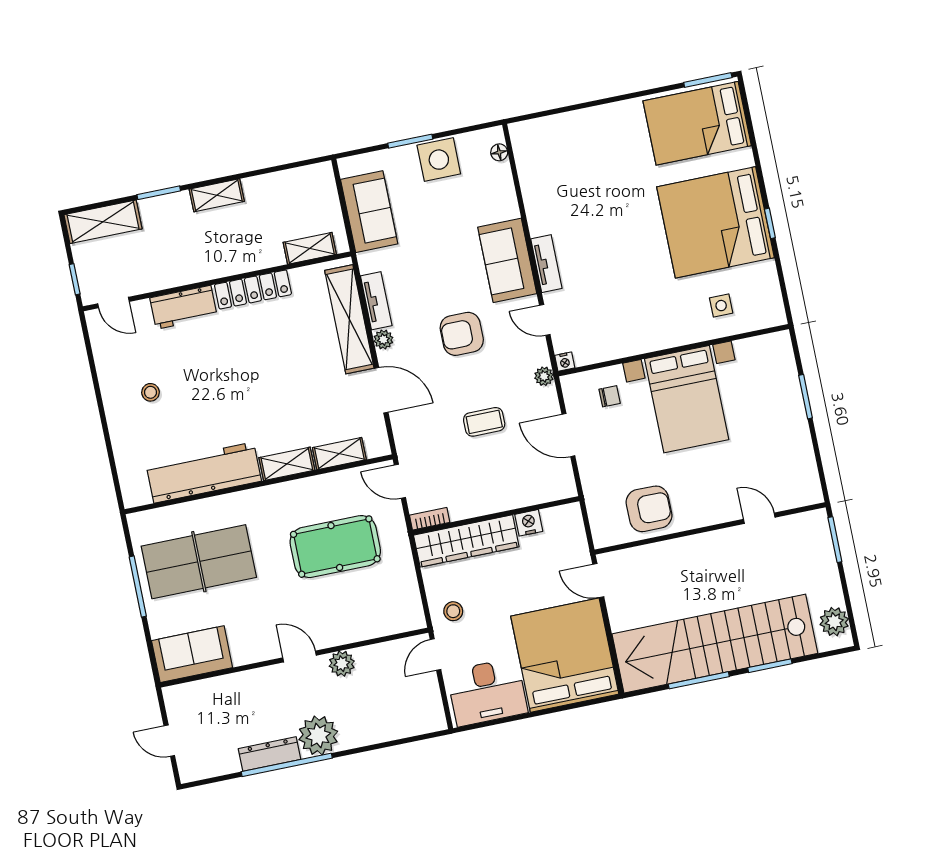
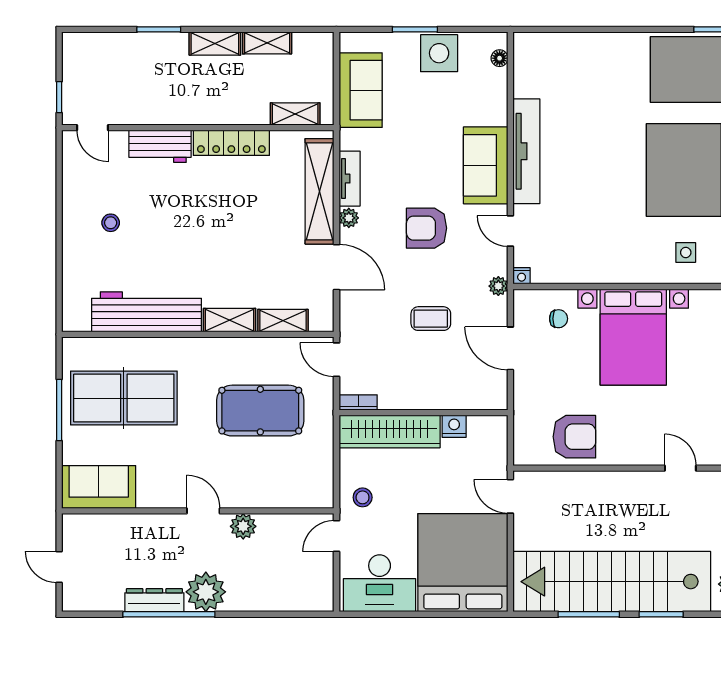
shelving: (103, 222) -> (267, 43), moved, width x0.67, depth x0.75
tv unit: (546, 264) -> (526, 151), width x1.92, depth x1.29

